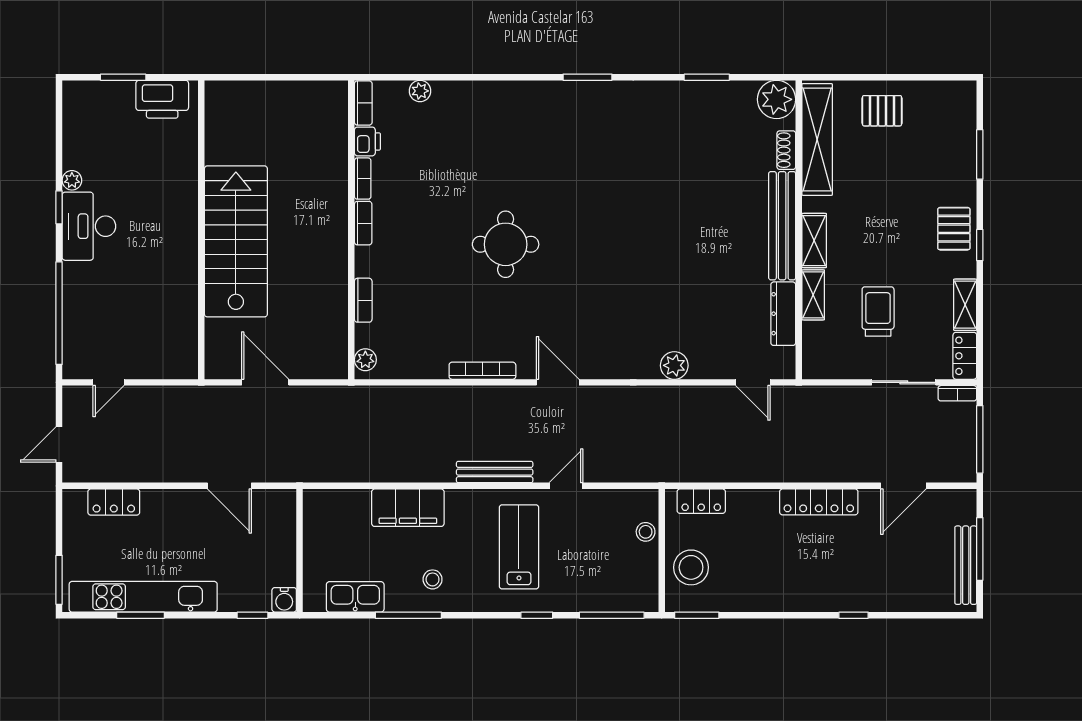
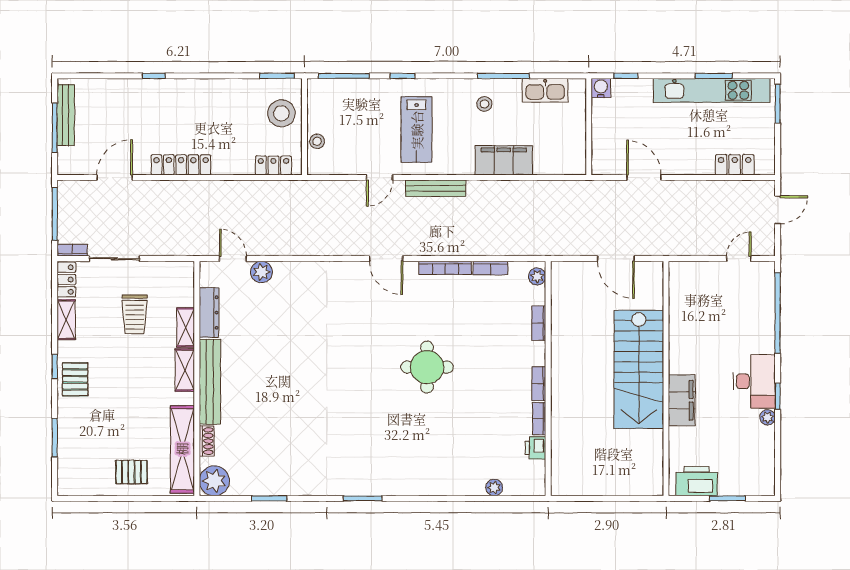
bookcase: (363, 103) -> (490, 268), moved, turned -90
filing cabinet: (181, 202) -> (682, 400), added
plant: (674, 365) -> (261, 272), moved

